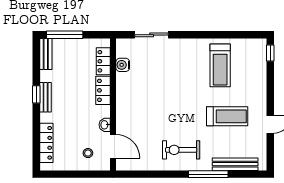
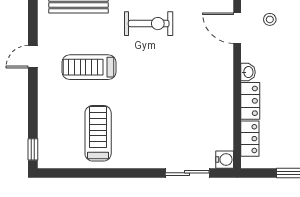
water cooler: (123, 65) -> (225, 160), moved
washbasin: (105, 125) -> (248, 72), moved

